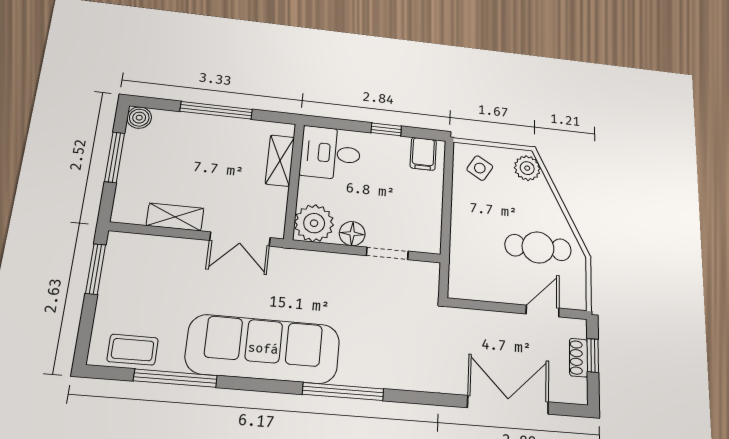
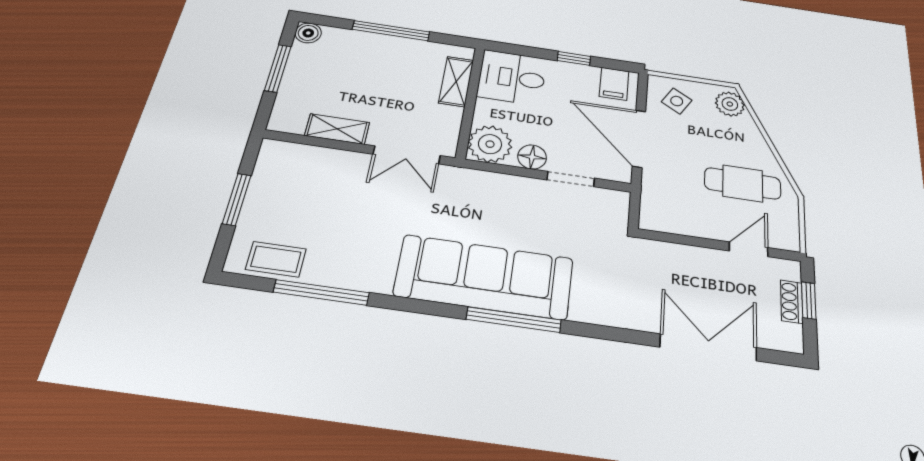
door: (447, 209) -> (639, 139), added
window: (96, 269) -> (237, 199), moved
sofa: (263, 349) -> (484, 277), moved

